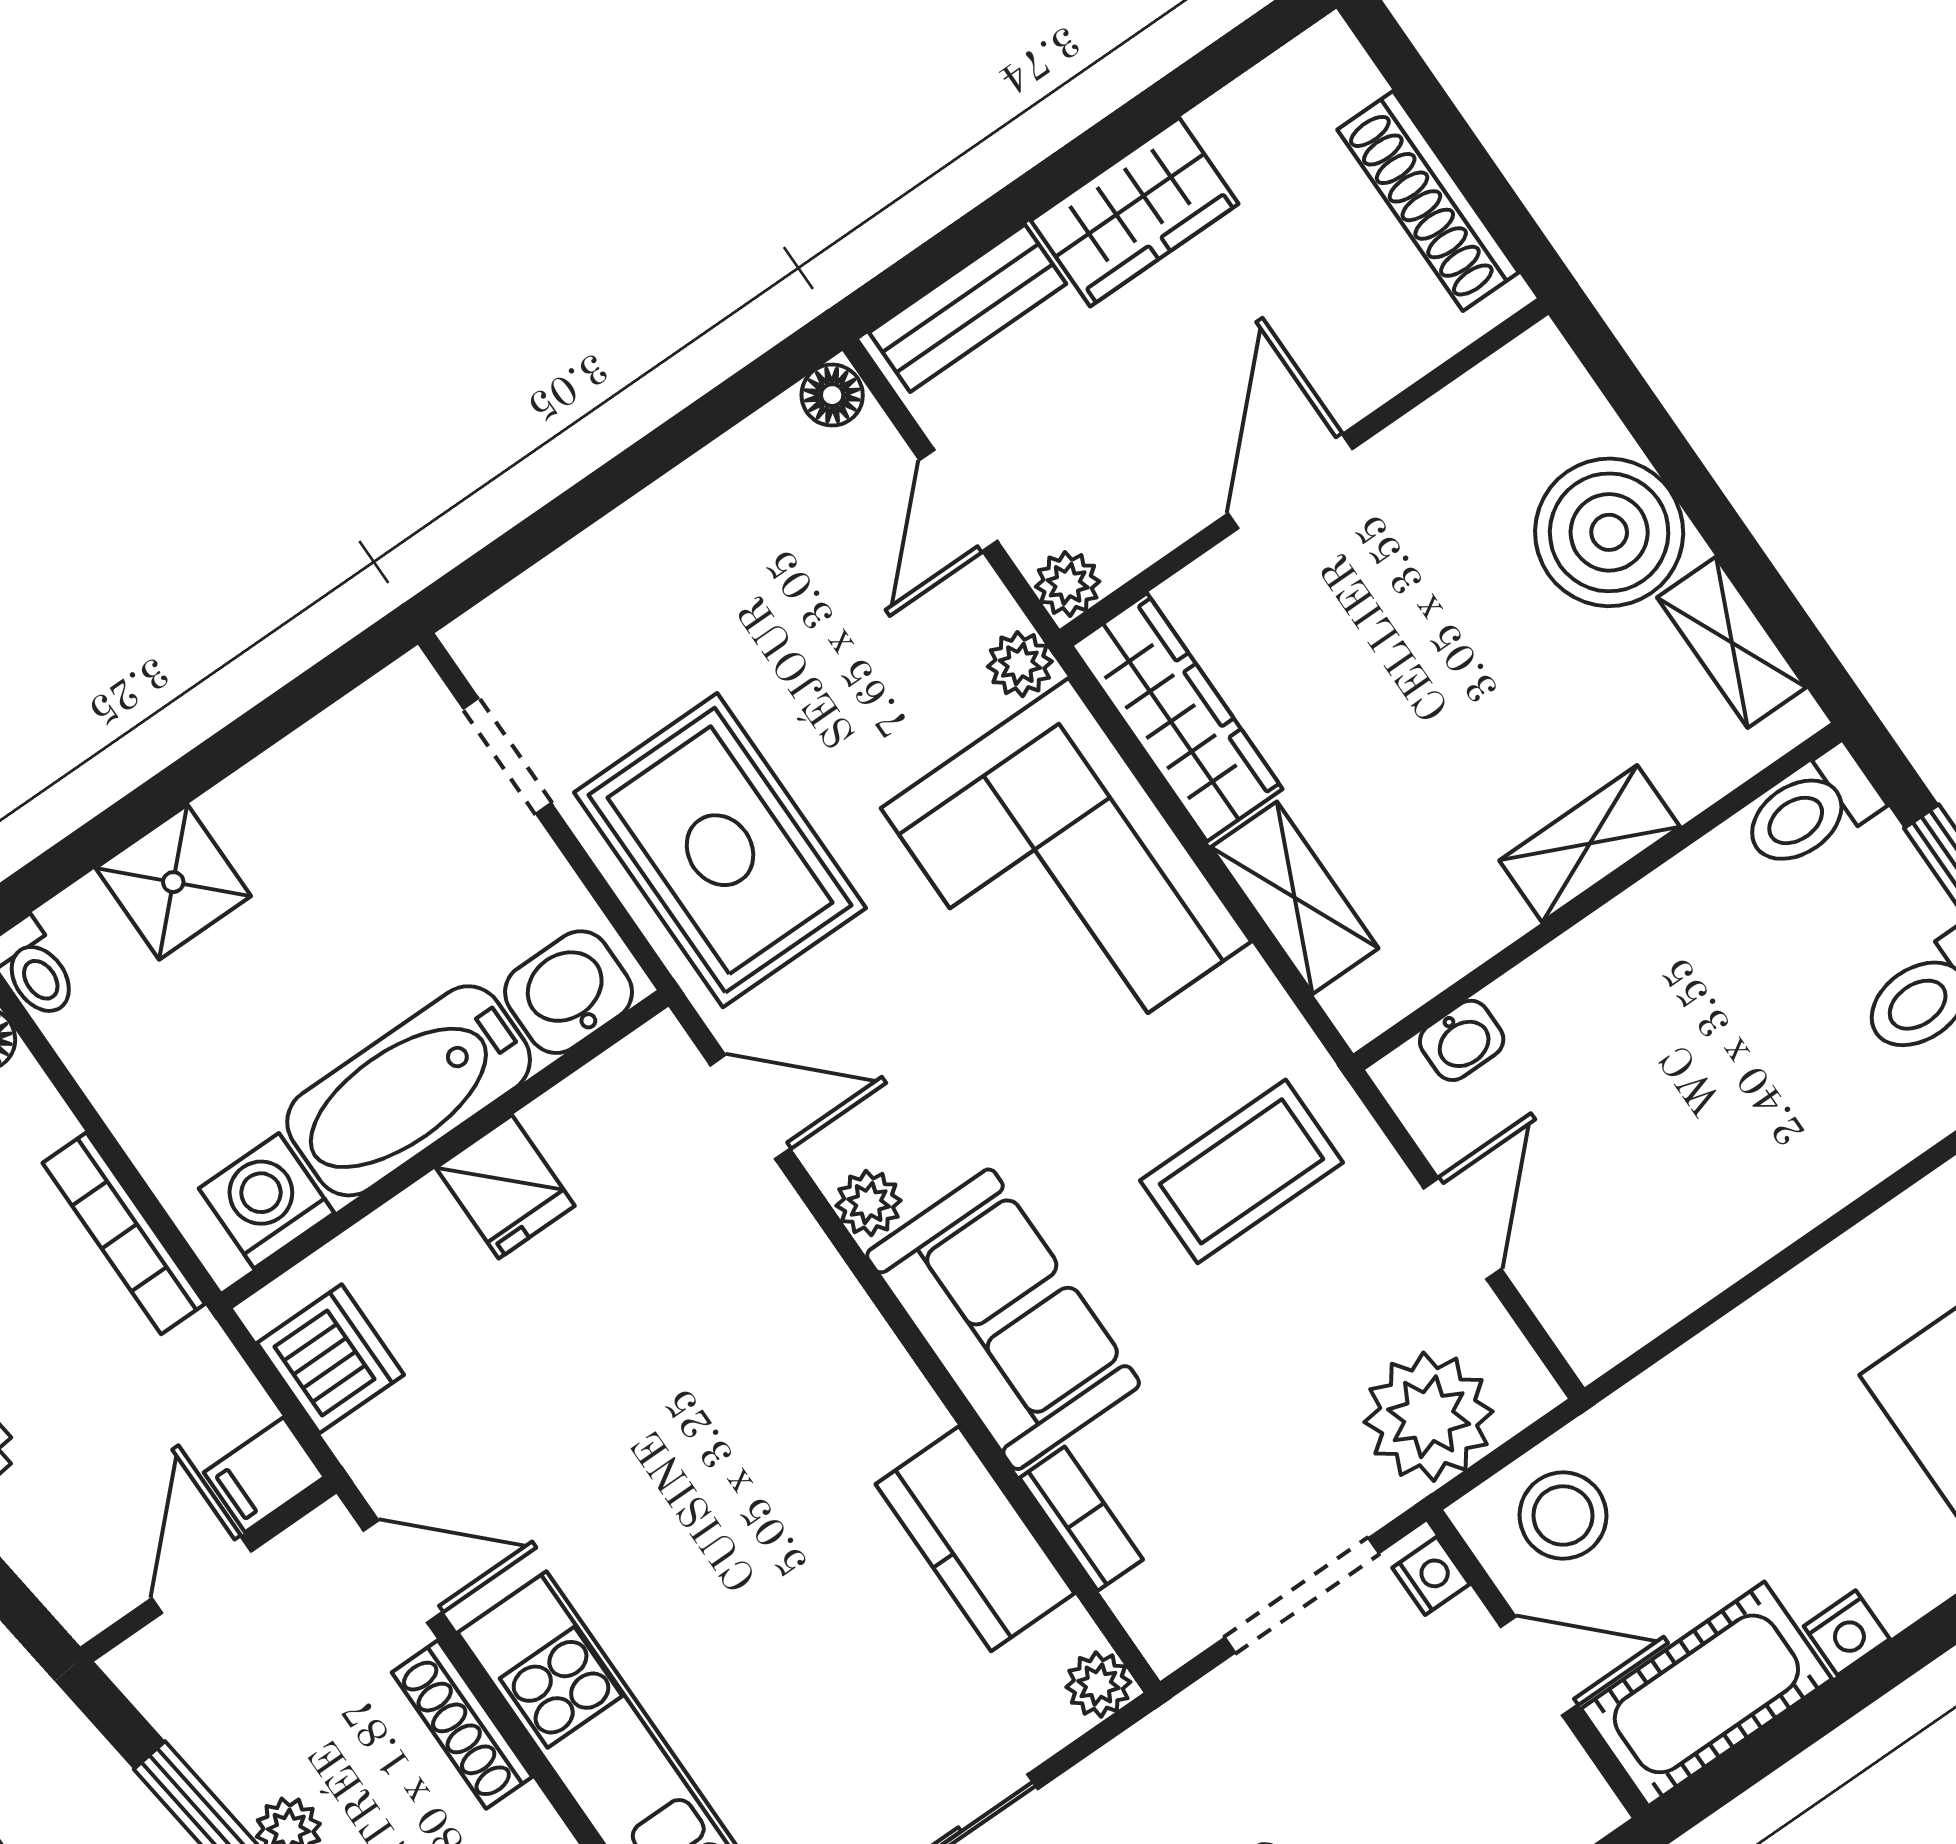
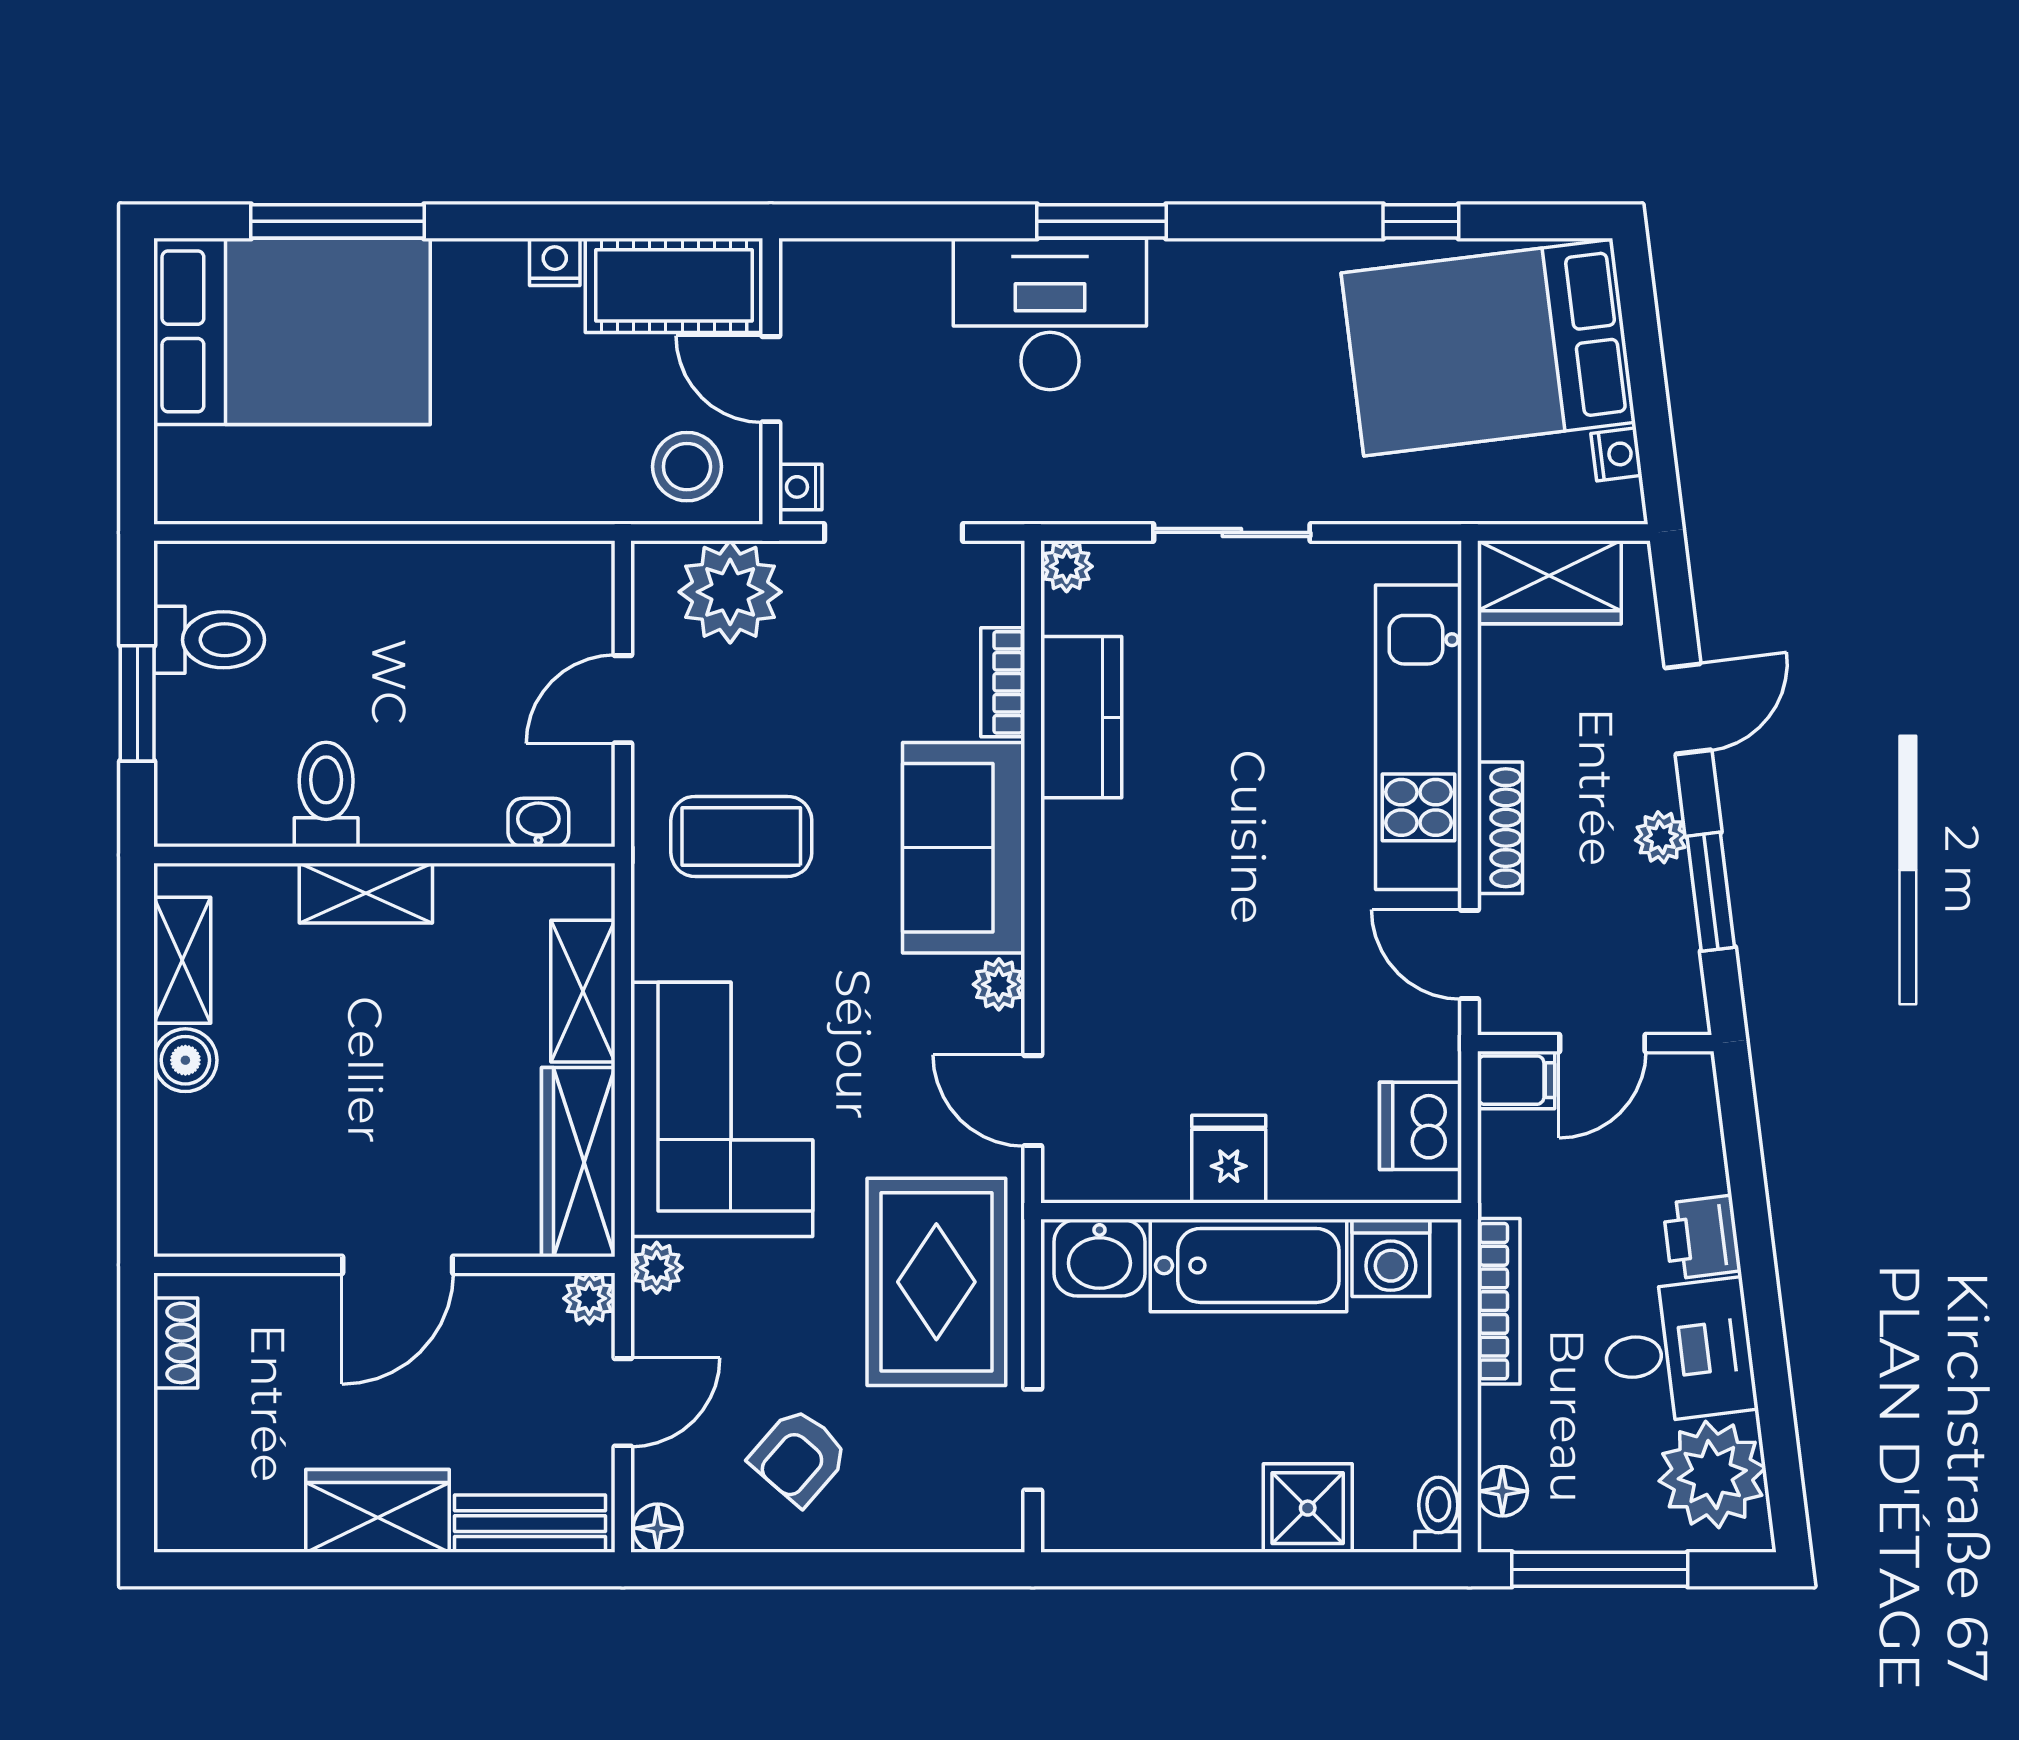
shoe rack: (1428, 201) -> (176, 1343), width x0.51, depth x0.81
boiler: (1609, 532) -> (185, 1060), width x0.54, depth x0.54
armchair: (737, 571) -> (799, 1457), added
toilet: (1811, 810) -> (326, 795), moved, turned -90

